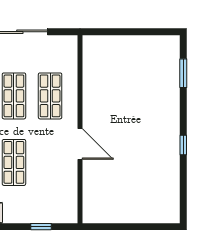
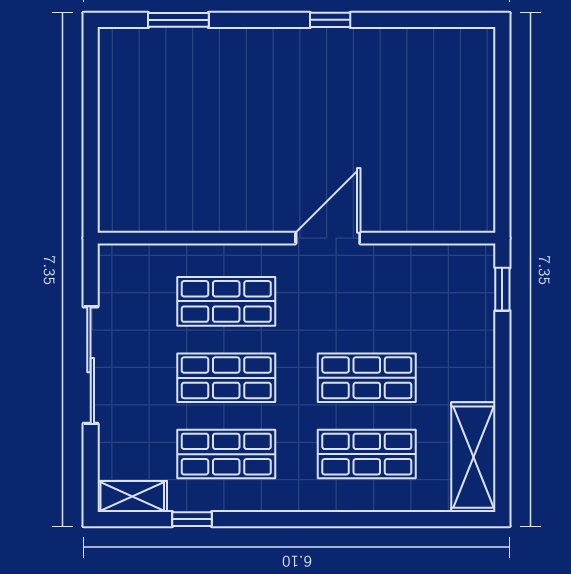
window: (41, 227) -> (502, 289), moved

